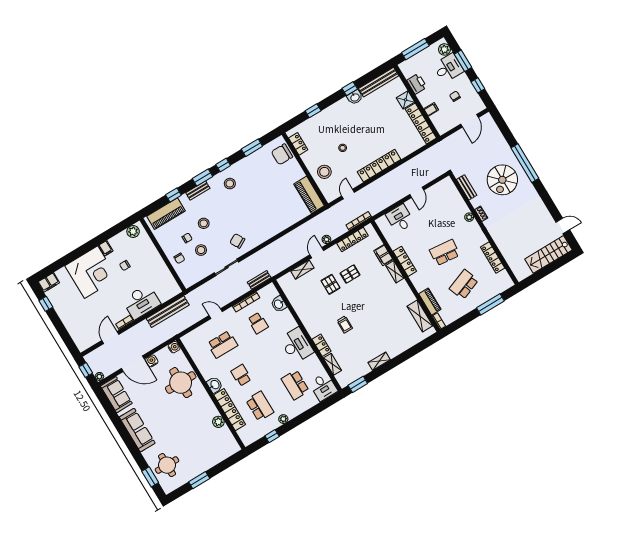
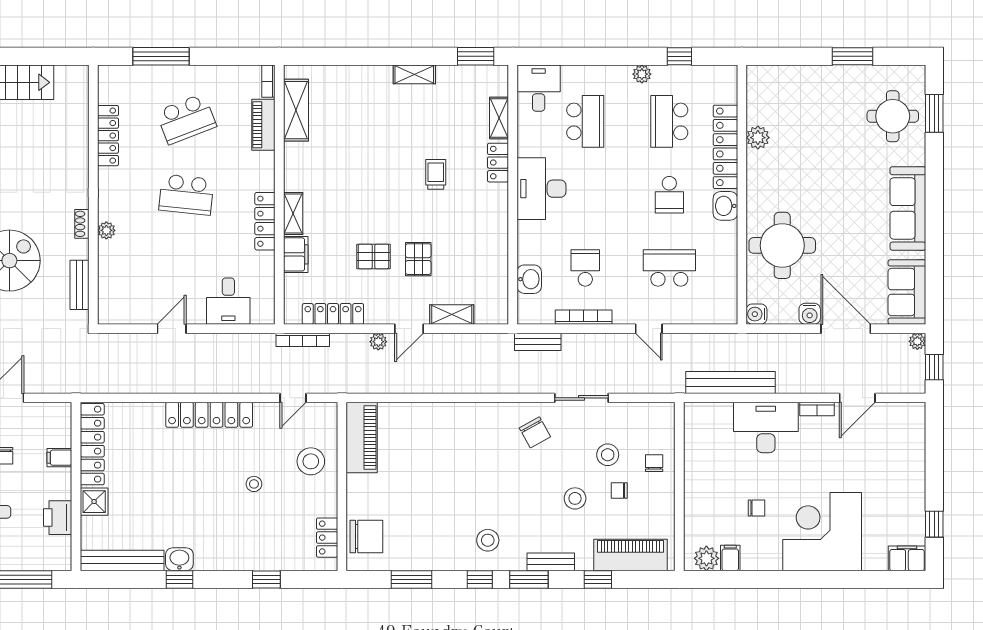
filing cabinet: (106, 248) -> (730, 558), moved

